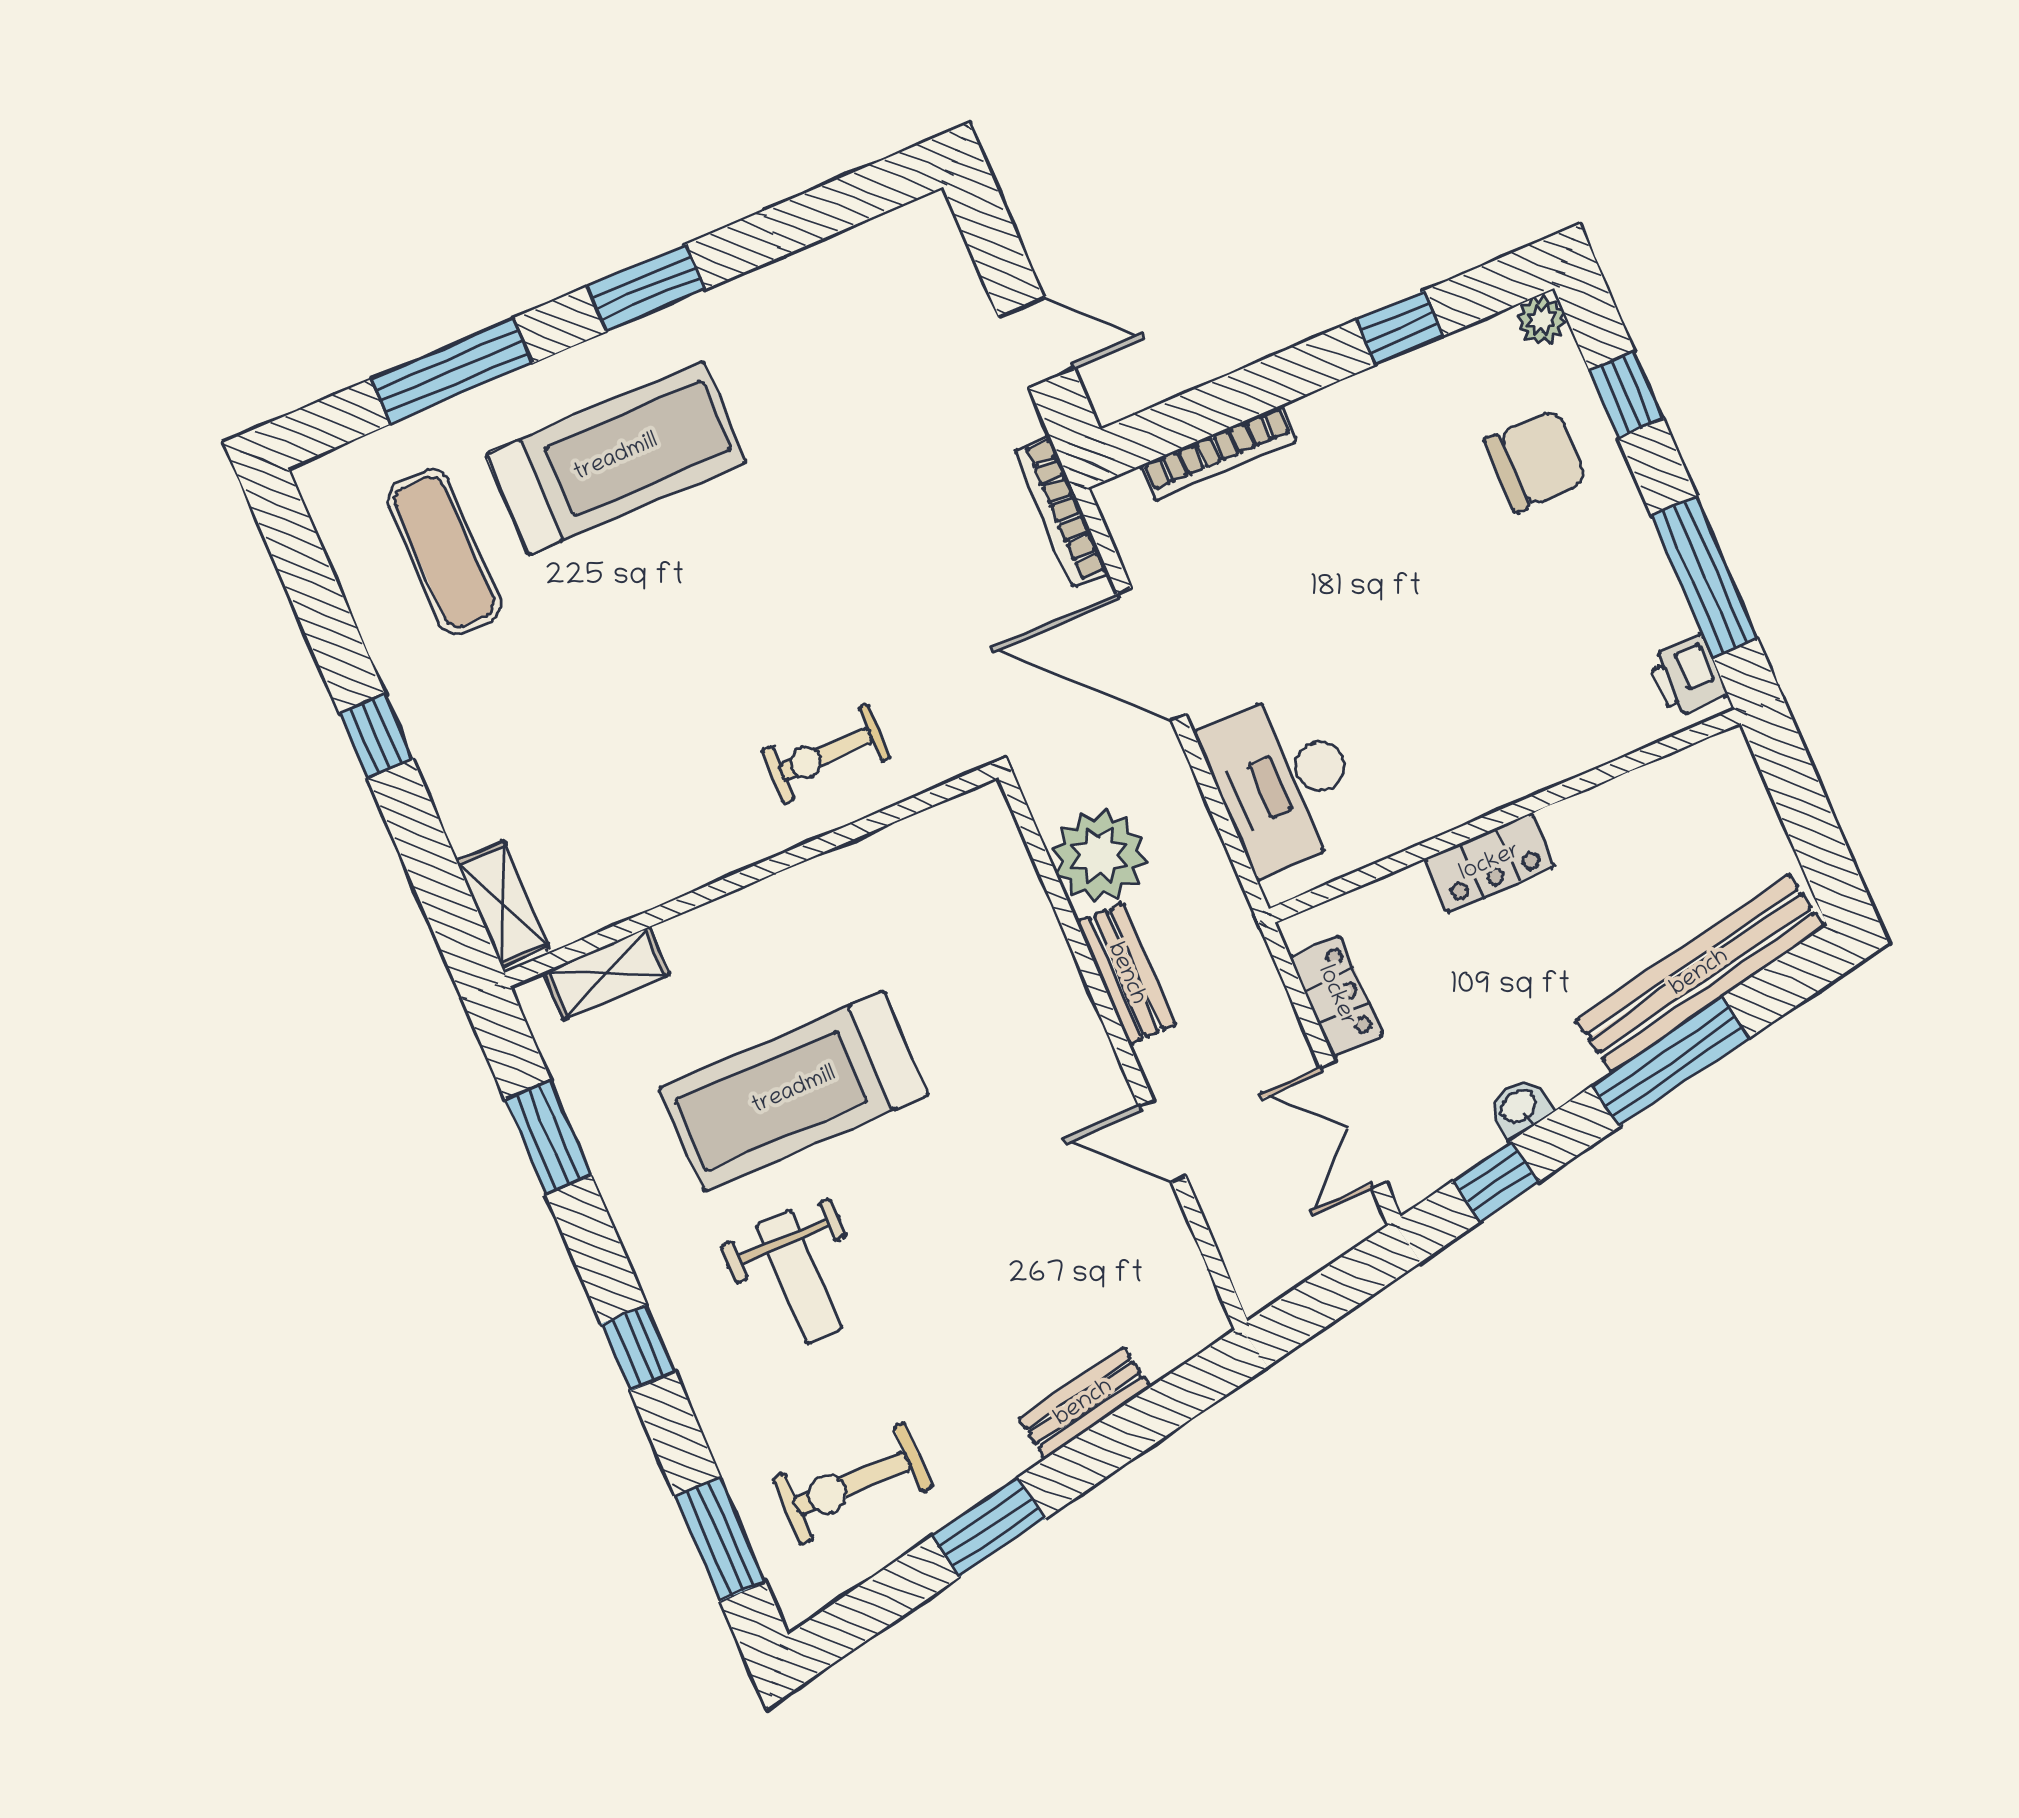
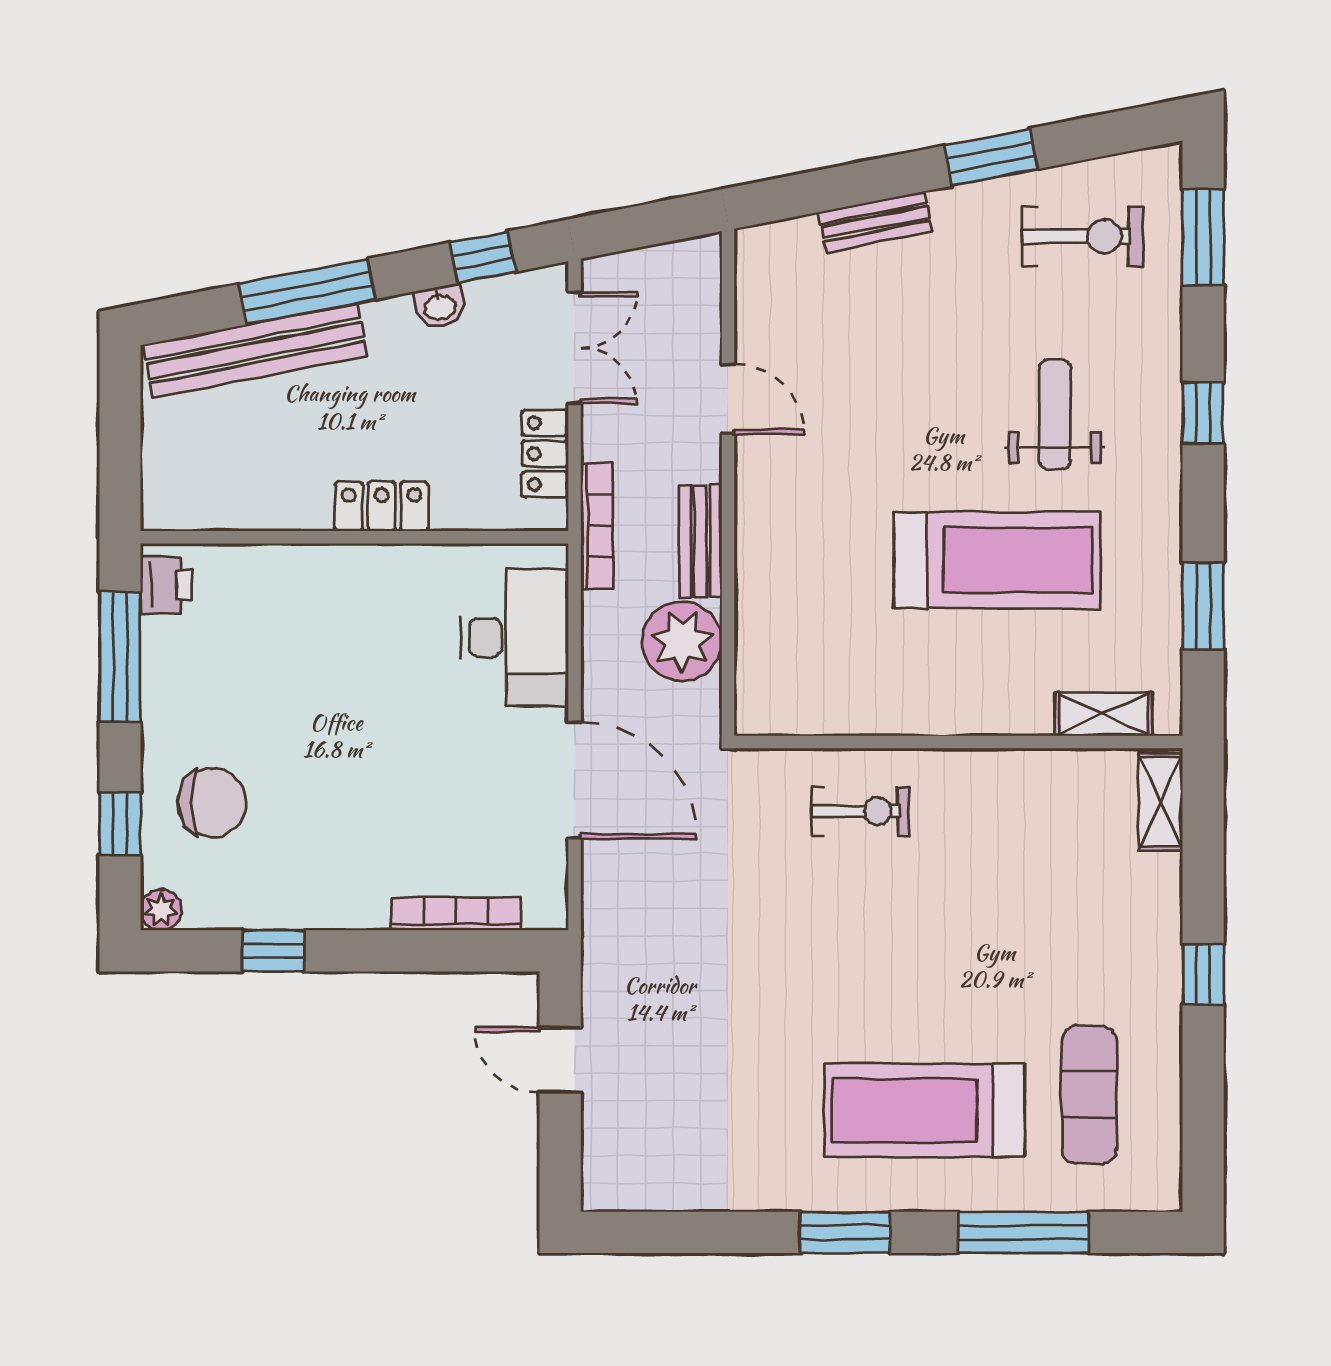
chair: (1536, 461) -> (212, 803), turned 180
bookcase: (1061, 511) -> (597, 526), moved

